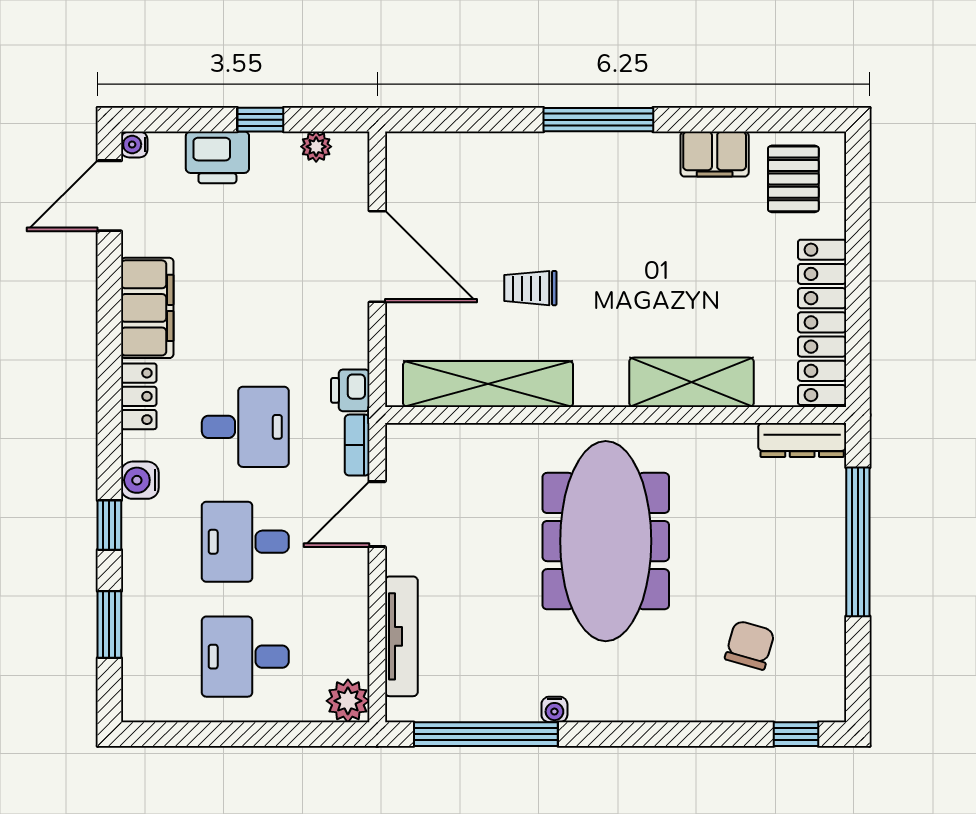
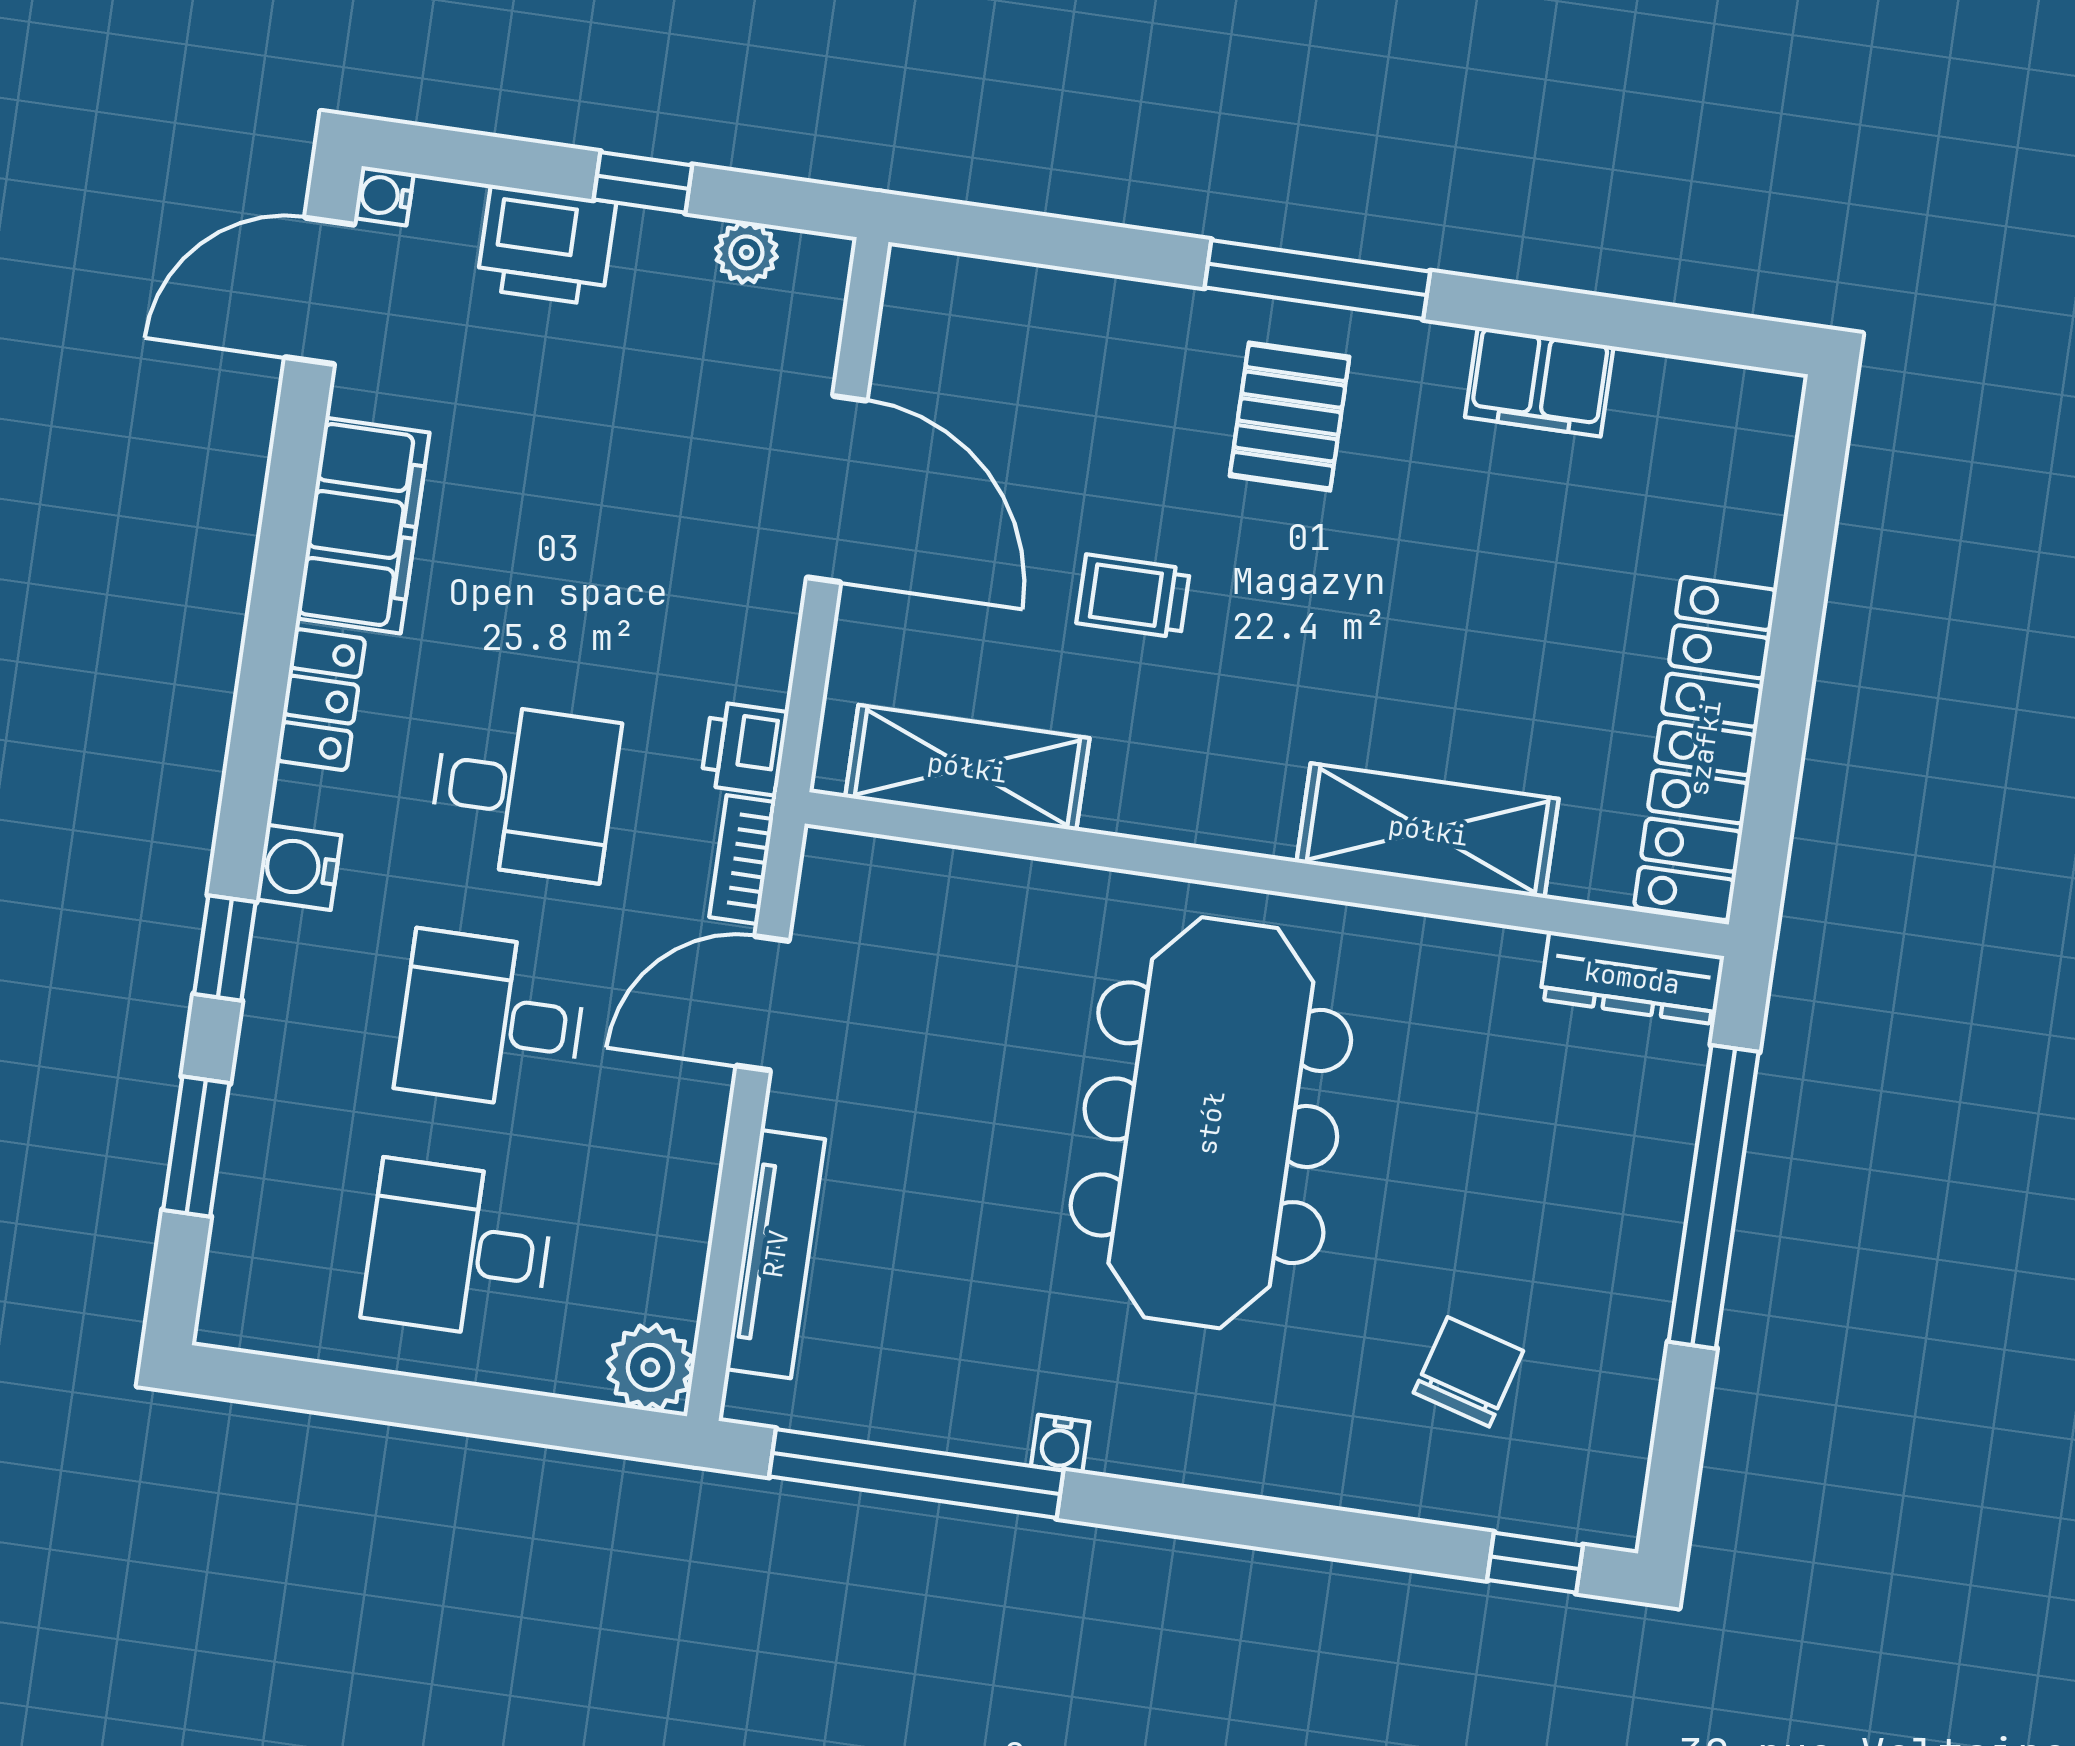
pallet: (793, 179) -> (1290, 416), moved
shelving: (488, 384) -> (967, 768), width x0.68

